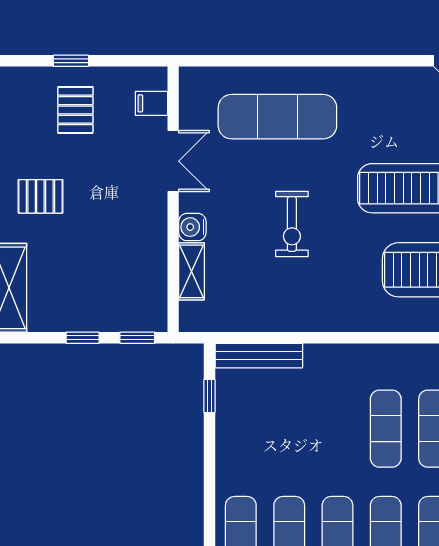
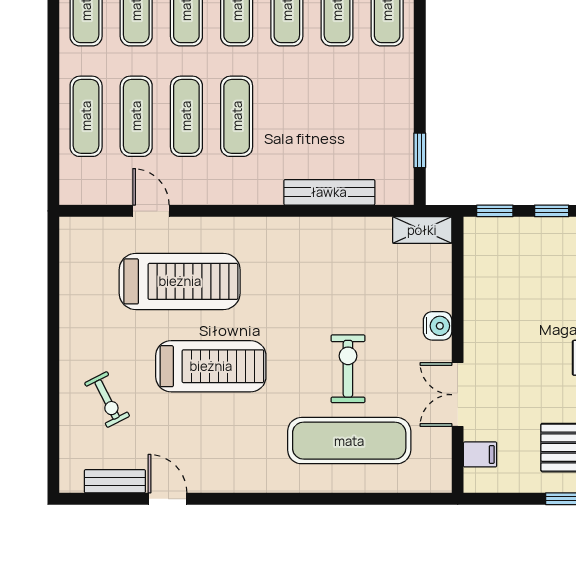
exercise bike: (292, 224) -> (348, 369), moved
shelving: (192, 271) -> (422, 230), moved, turned 90
bench: (259, 356) -> (329, 192), moved

